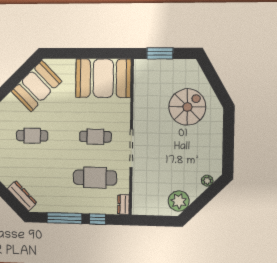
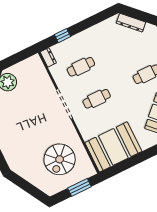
spiral stairs: (187, 107) -> (60, 159), moved
cafe table: (95, 178) -> (81, 67), width x0.73, depth x0.74
window: (64, 218) -> (89, 23), removed

